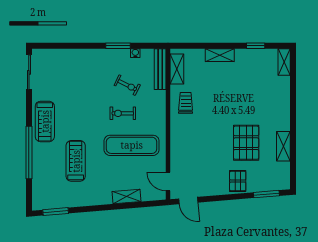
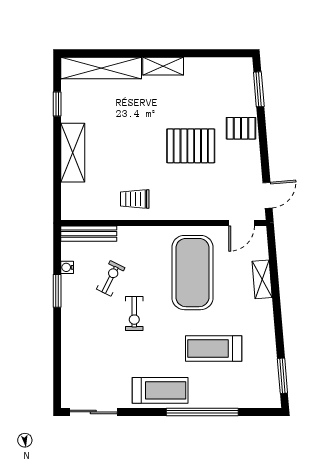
shelving: (220, 55) -> (73, 153), width x1.50, depth x1.33
shelving: (284, 62) -> (101, 68), width x2.20, depth x1.33
shelving: (177, 69) -> (89, 211), removed
exercise bike: (123, 113) -> (134, 313), moved
pallet: (246, 143) -> (191, 146), moved
exercise mat: (132, 145) -> (192, 273), width x1.47
shelving: (283, 146) -> (163, 66), moved

